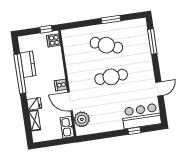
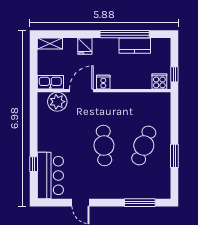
shelving: (35, 120) -> (50, 44), moved

